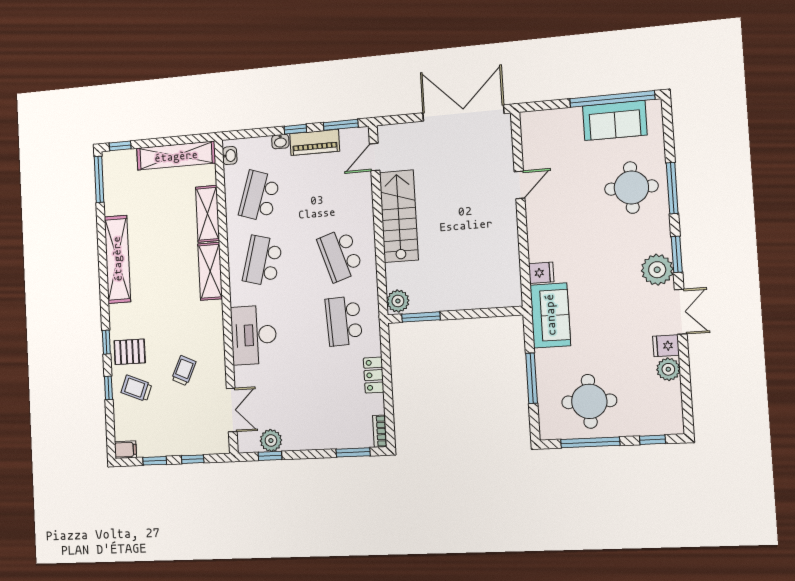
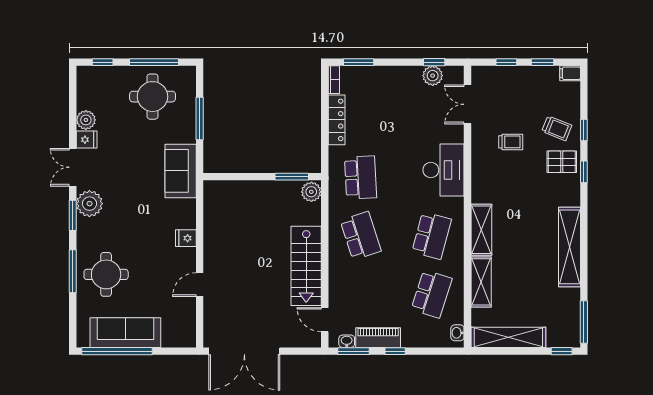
sofa: (615, 120) -> (125, 333), width x1.36
washbasin: (280, 142) -> (347, 341), moved
door: (375, 157) -> (325, 320), swing flipped
fridge: (541, 273) -> (186, 238), moved
trolley: (184, 371) -> (511, 142), turned -115
locker: (374, 375) -> (337, 120), width x1.53

